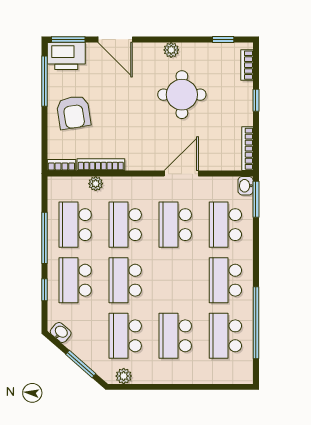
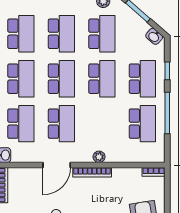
bookcase: (101, 165) -> (92, 172), moved
plant: (96, 184) -> (99, 157), moved
school desk: (125, 225) -> (61, 79), moved

